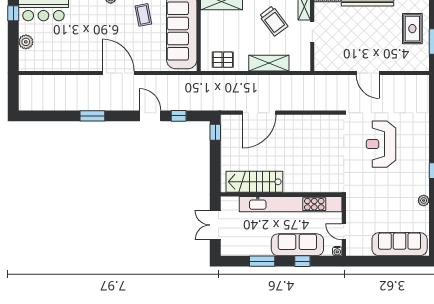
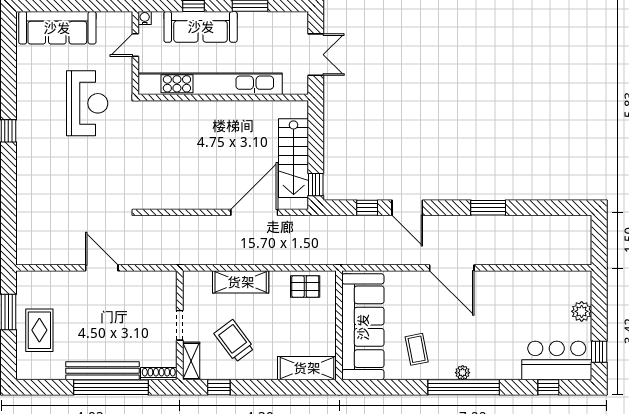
reception desk: (381, 144) -> (87, 103), moved
stairs: (254, 182) -> (294, 158), moved, turned 90
plant: (424, 201) -> (24, 89), removed
door: (344, 232) -> (135, 45), swing flipped

